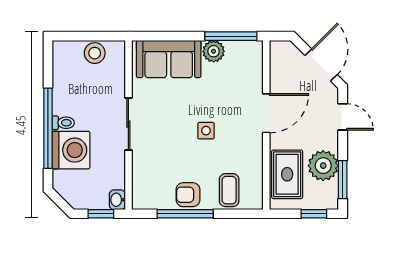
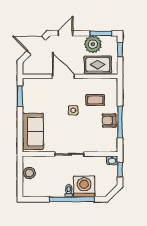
window: (231, 36) -> (20, 96), width x0.69
plant: (214, 51) -> (28, 106), removed
coffee table: (229, 190) -> (95, 100), moved
armchair: (188, 195) -> (109, 120), turned 90

